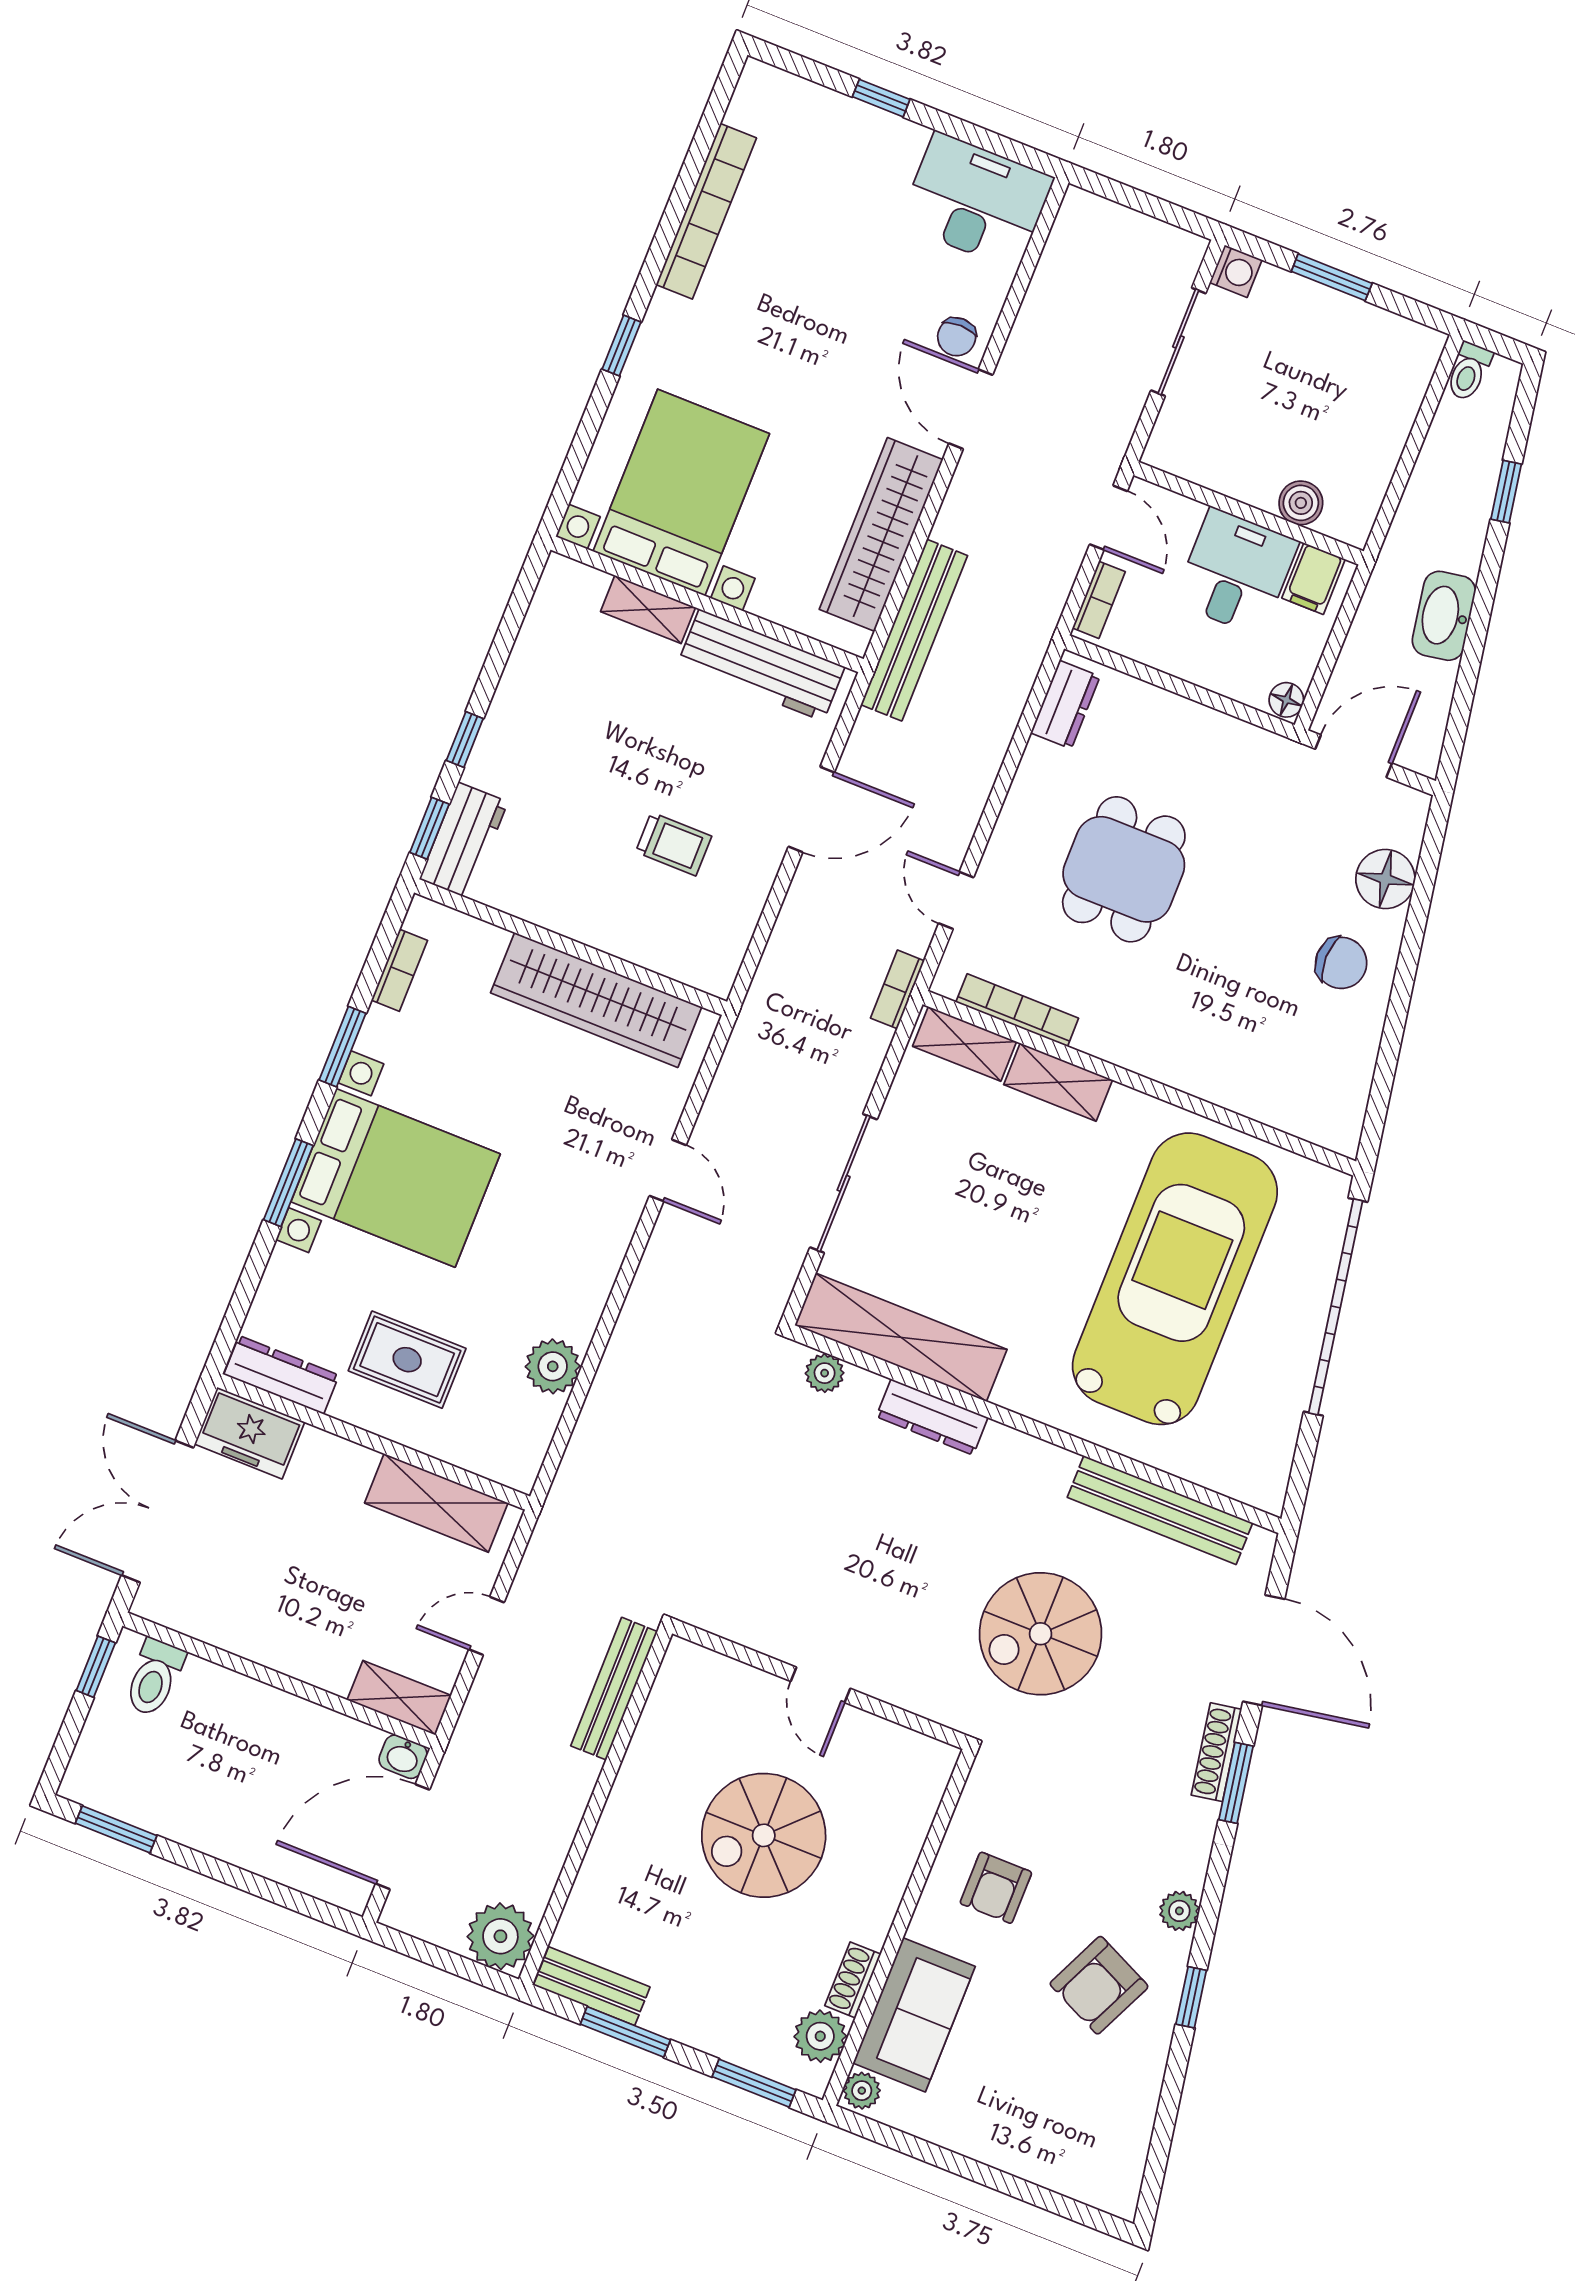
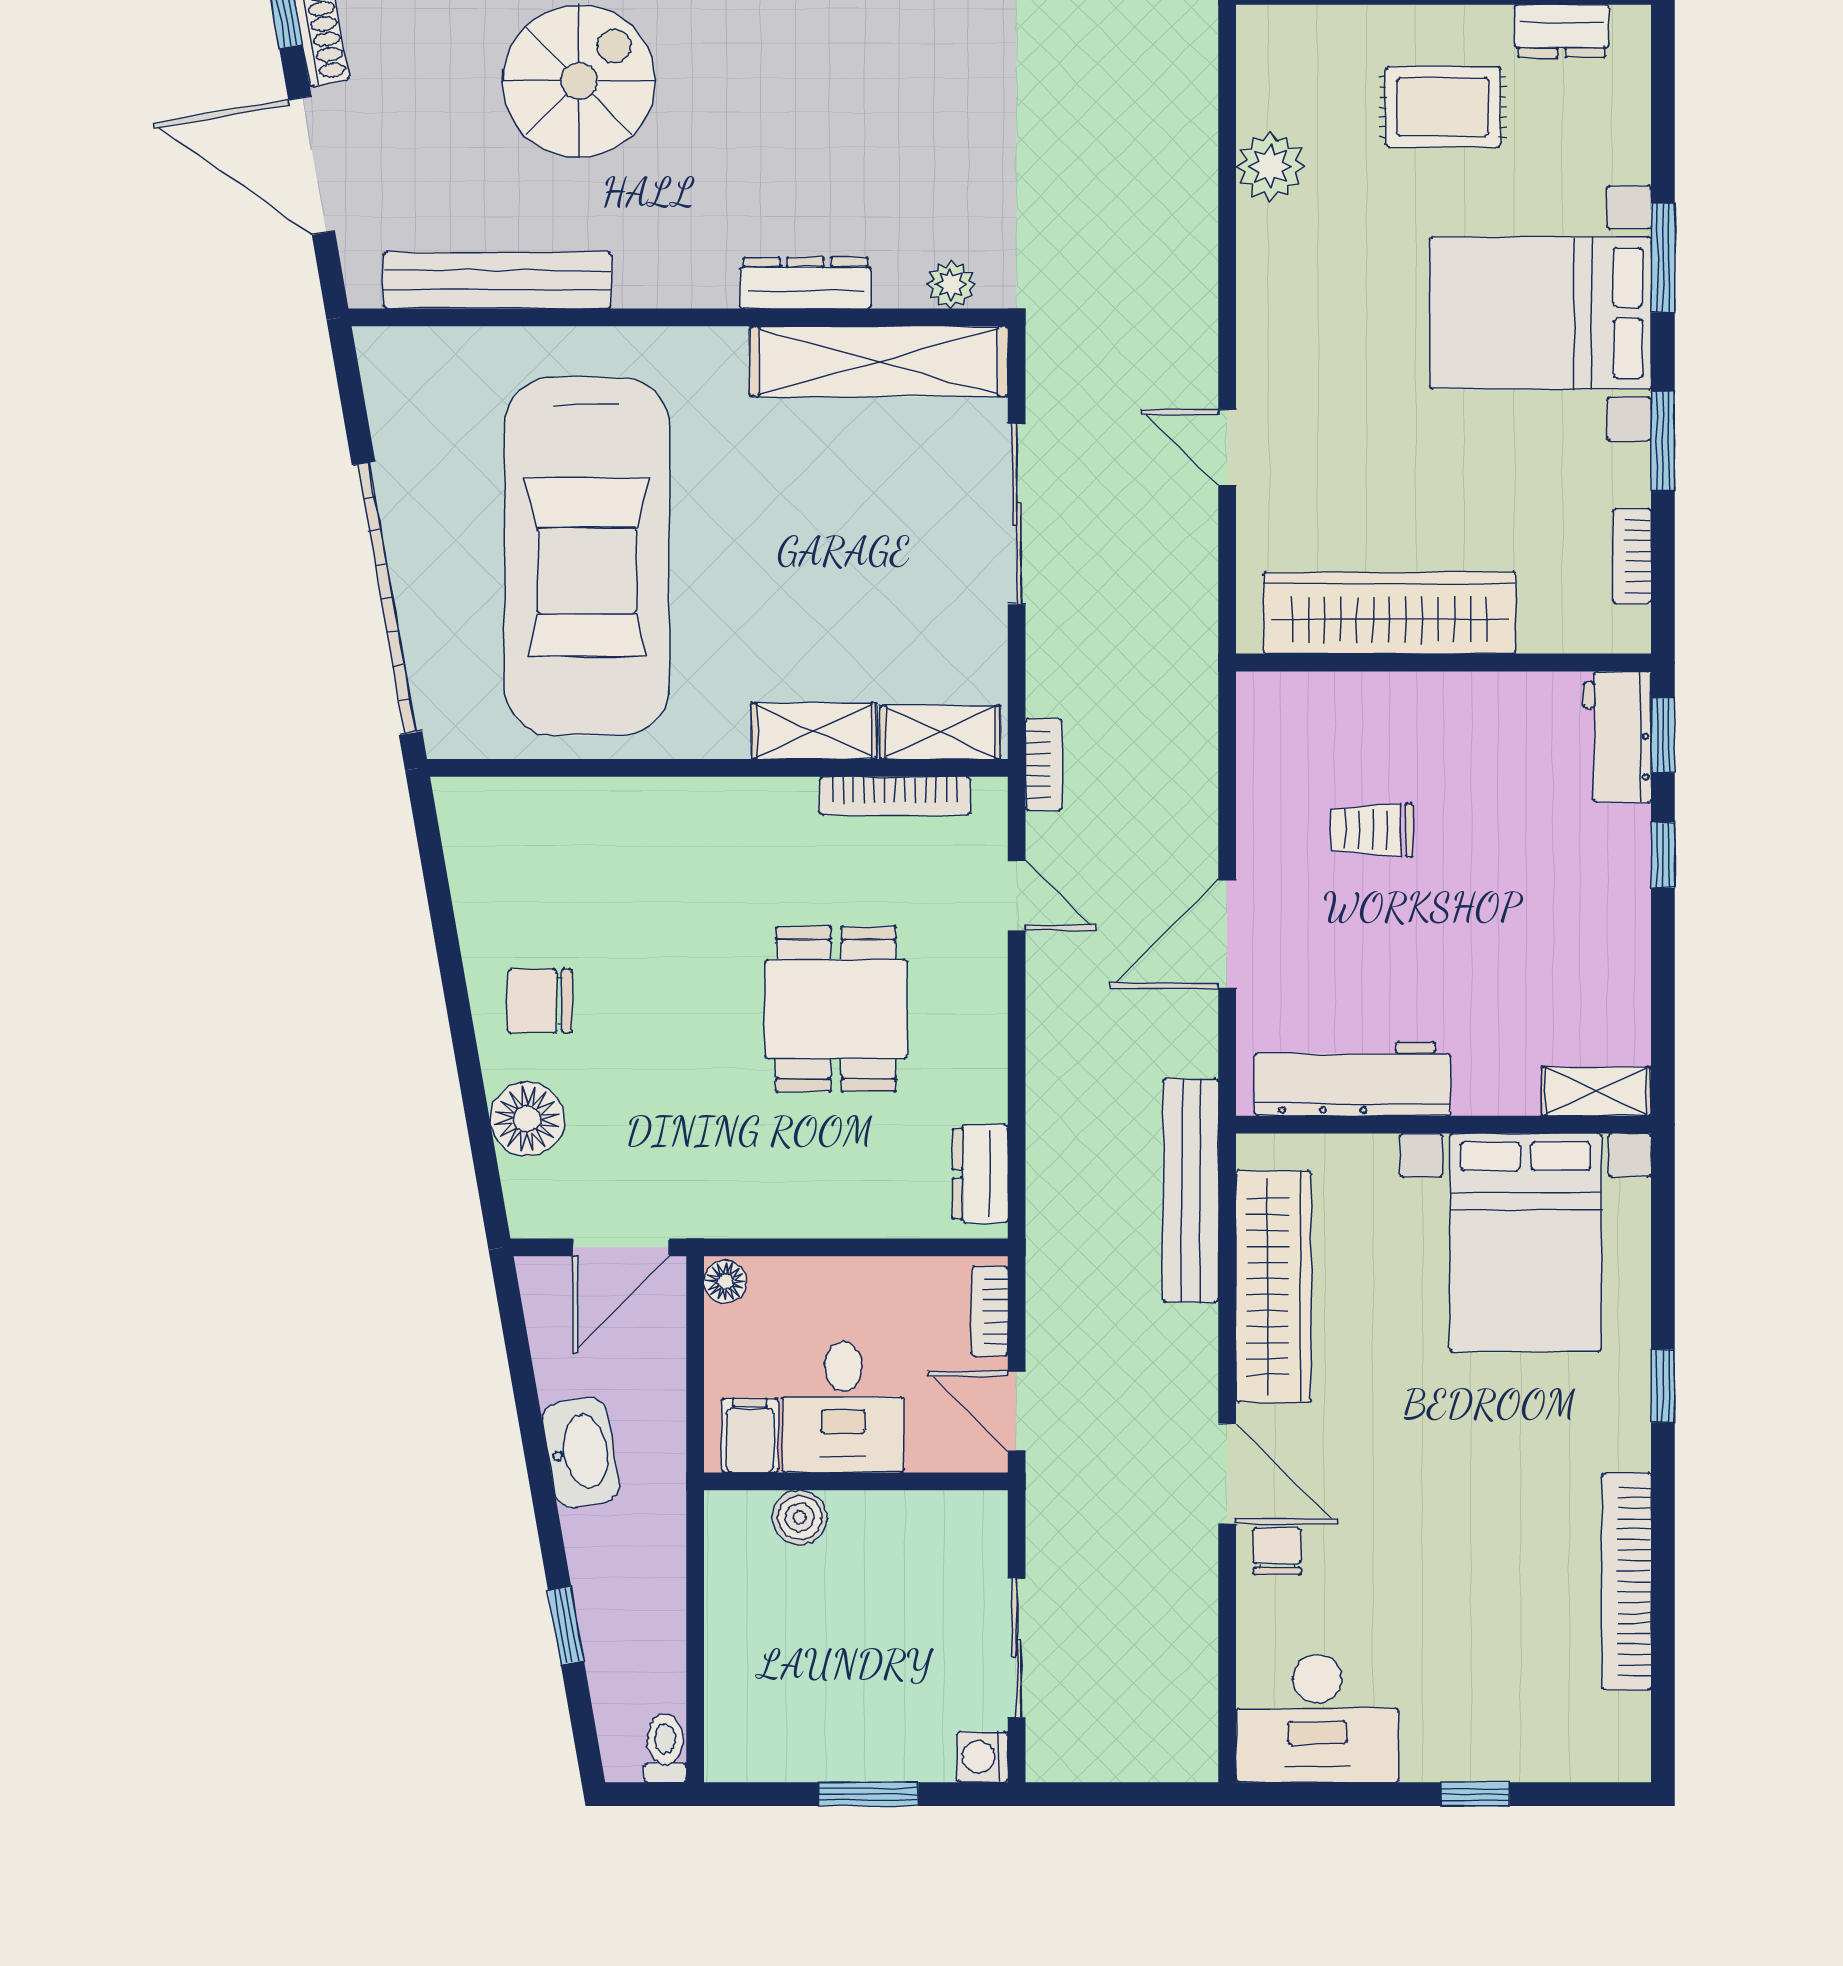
shelving: (648, 609) -> (1596, 1091), moved
dresser: (281, 1375) -> (1562, 31), width x0.70

